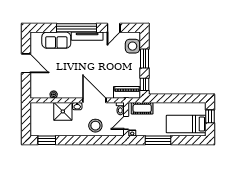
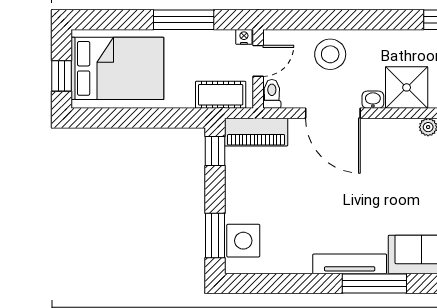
window: (77, 28) -> (374, 283), width x0.68
door: (114, 28) -> (288, 283), removed
window: (145, 58) -> (215, 235), moved
bed: (186, 124) -> (117, 68), width x1.50

